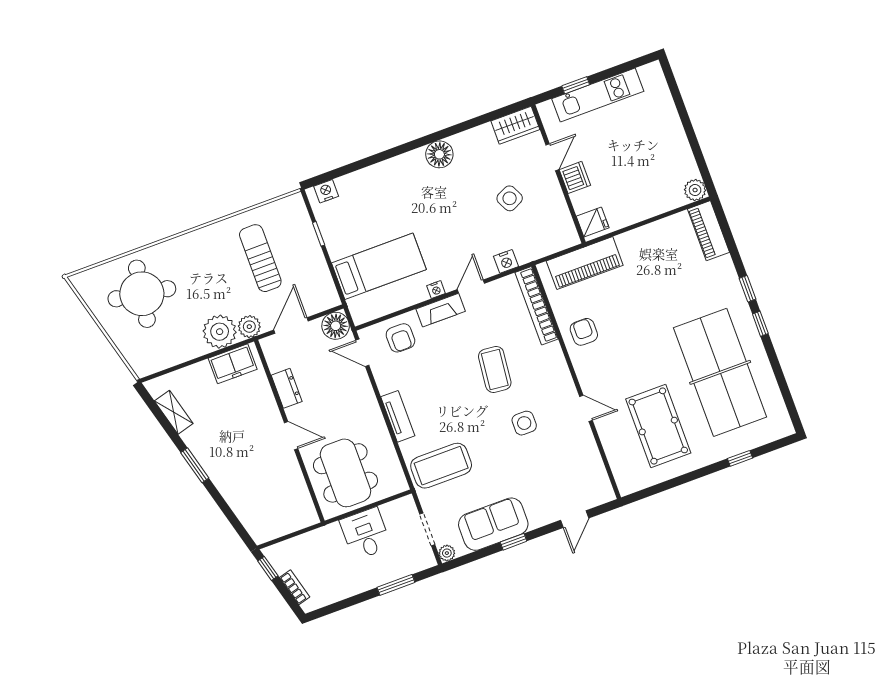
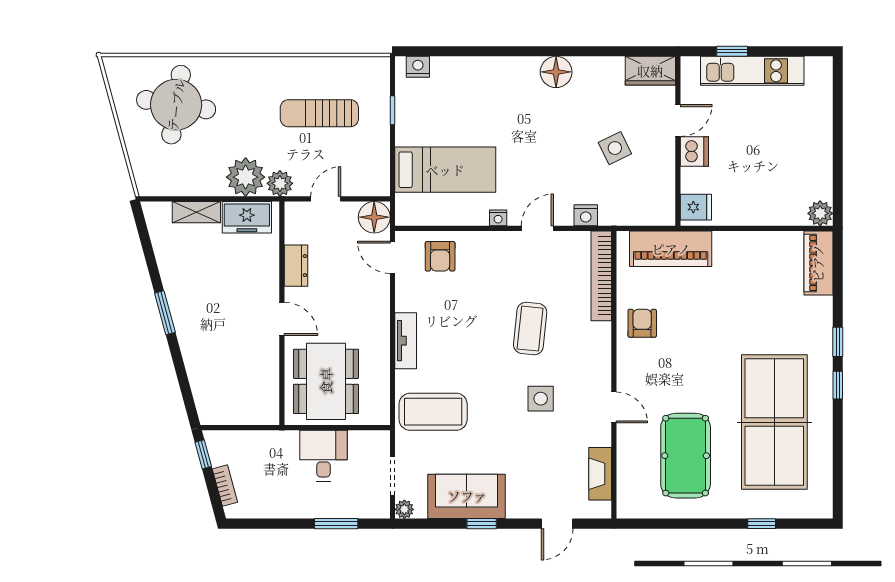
sun lounger: (260, 258) -> (319, 113), turned -90
fireplace: (441, 310) -> (600, 474), moved, turned 90
door: (291, 325) -> (326, 199), width x0.73
shelving: (174, 412) -> (196, 212), moved, turned -75

